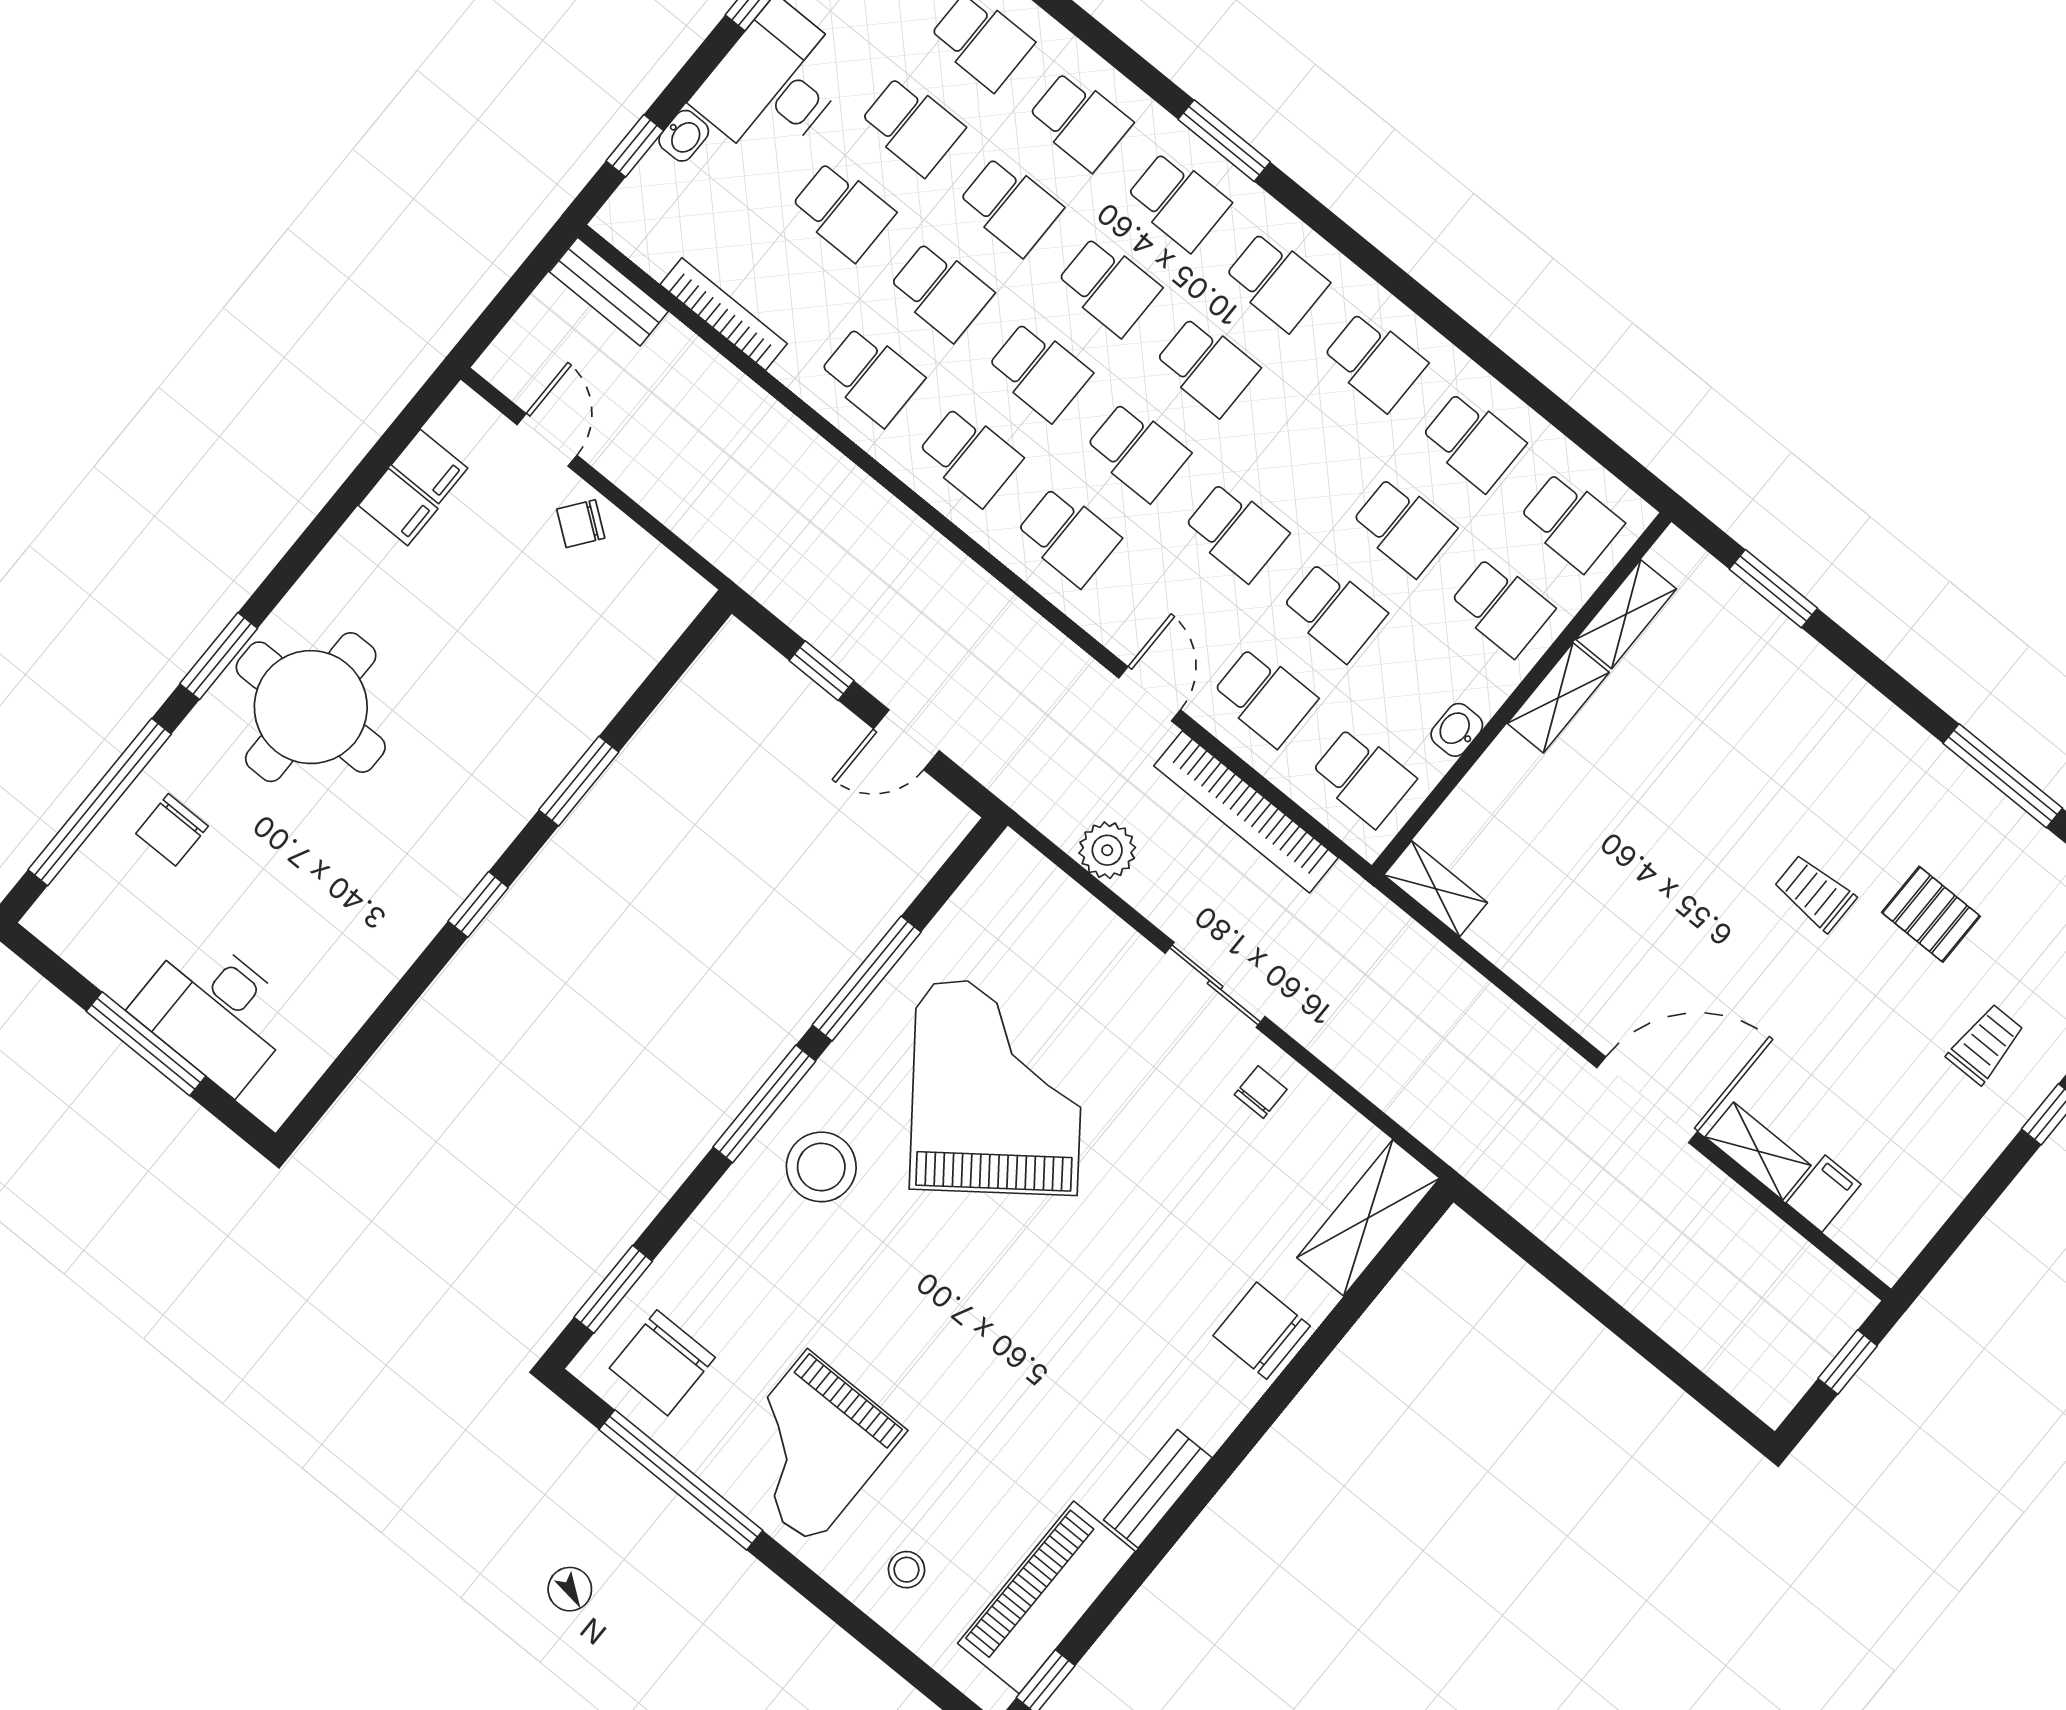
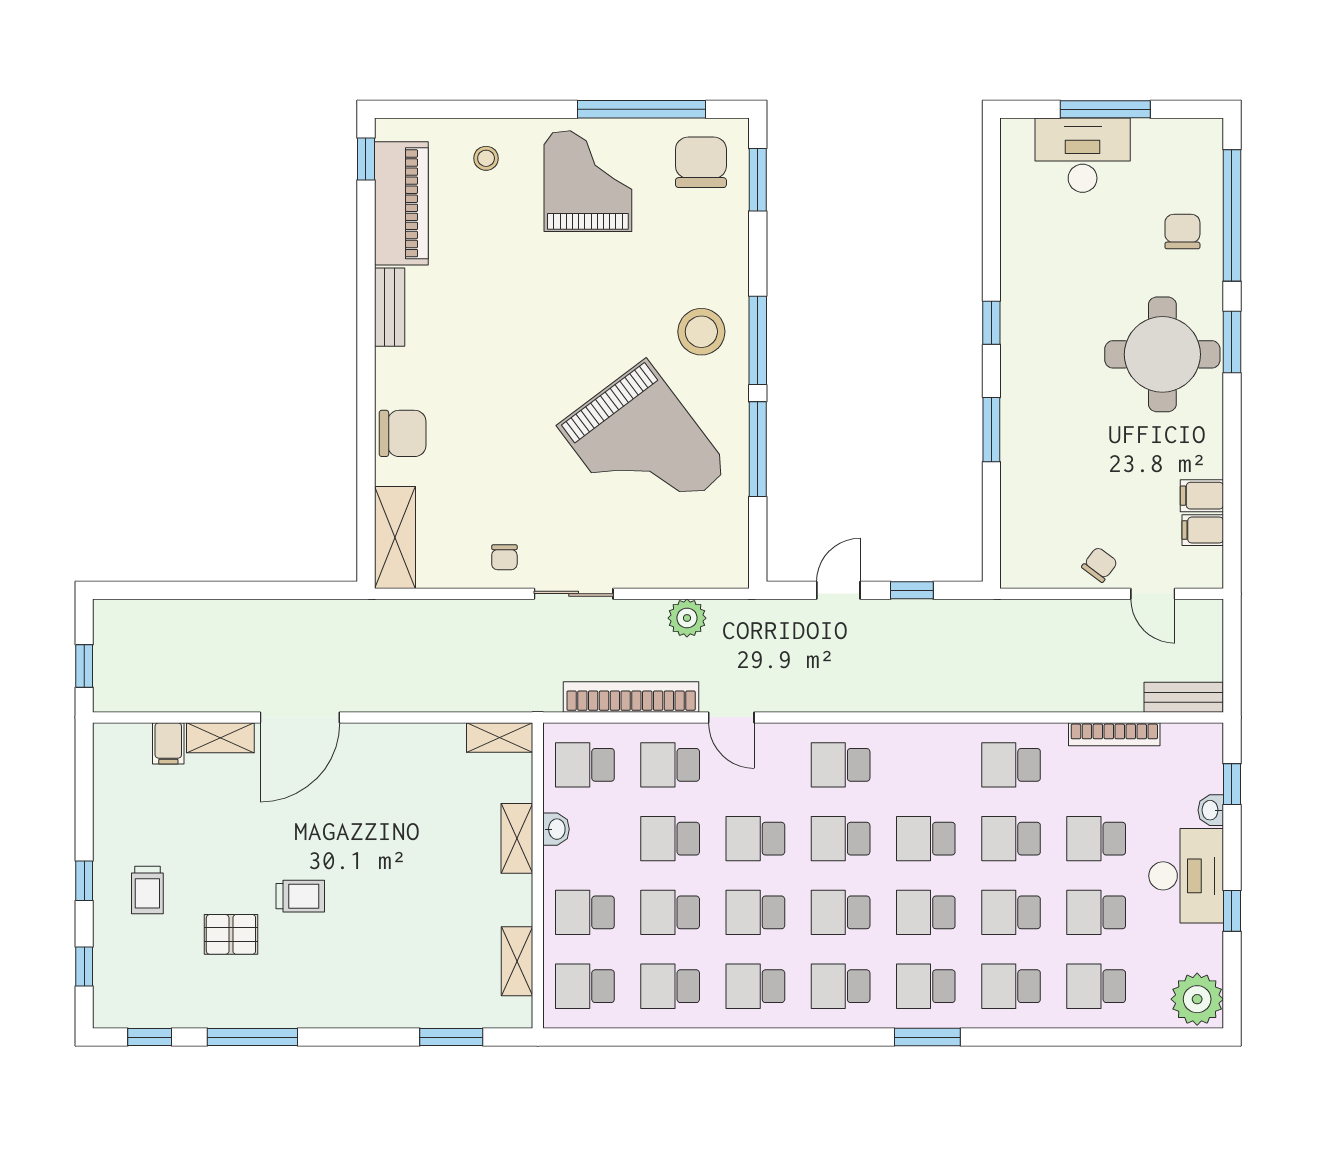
school desk: (970, 456) -> (755, 912), moved
shelving: (1558, 698) -> (517, 838), moved

